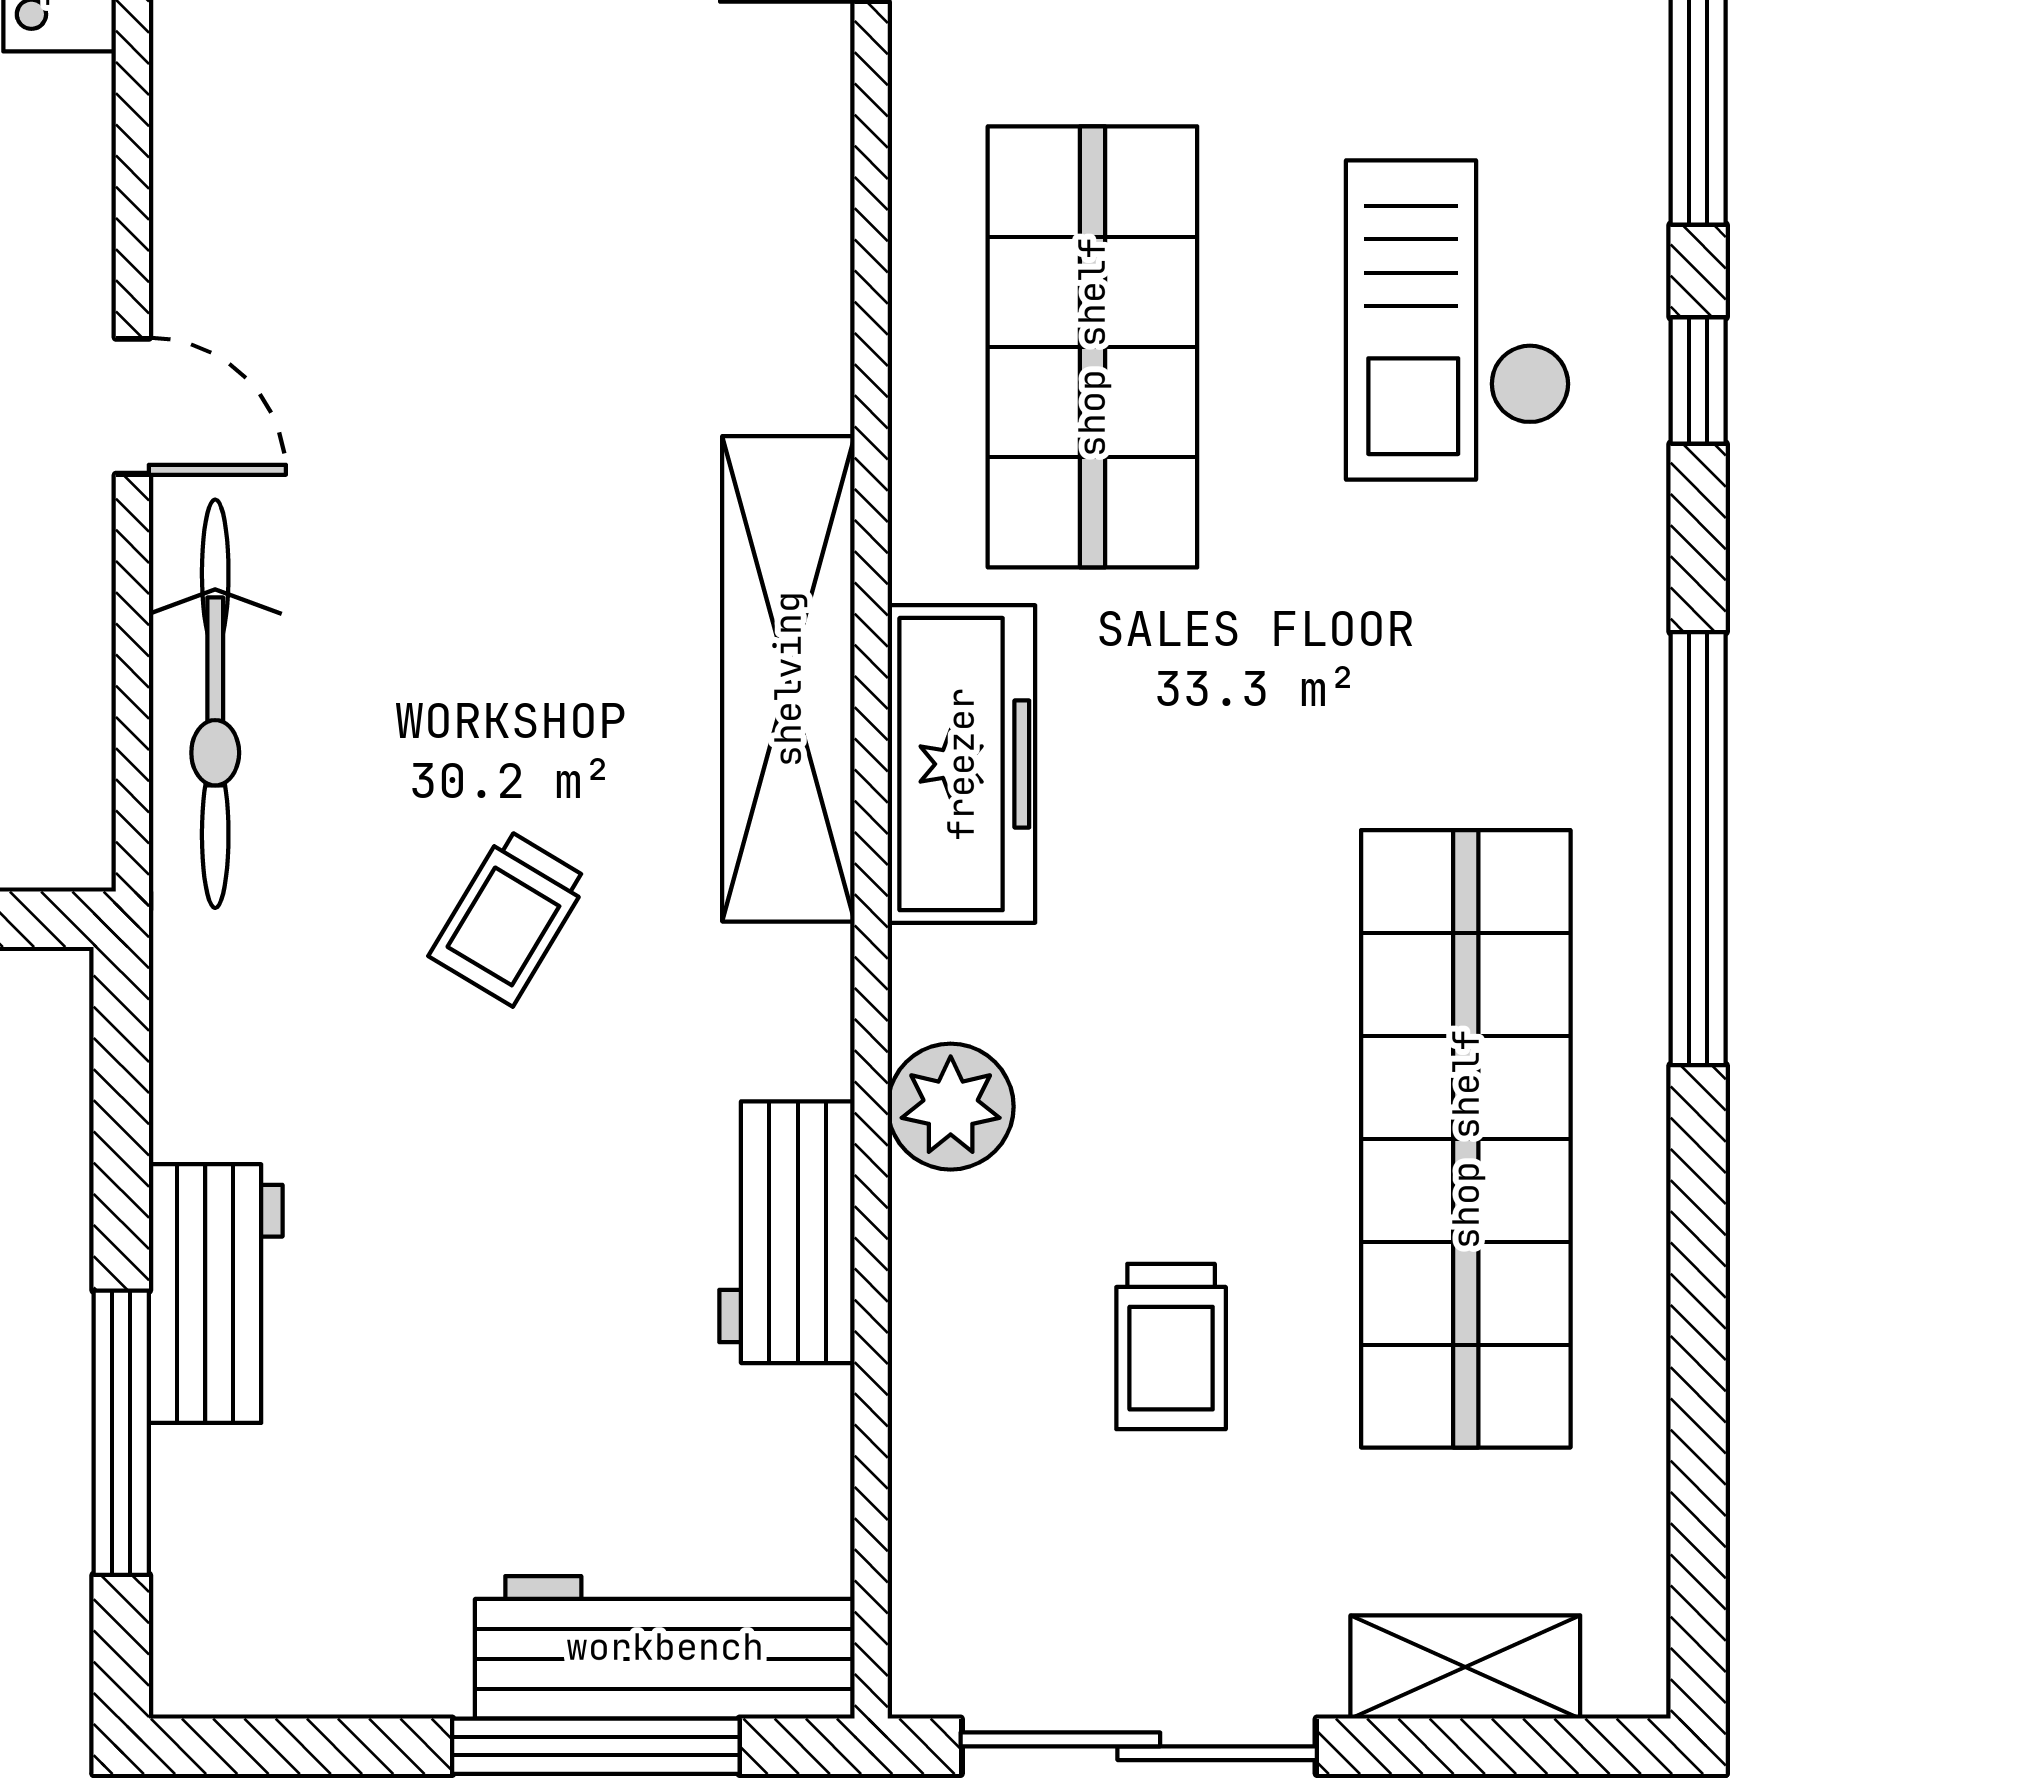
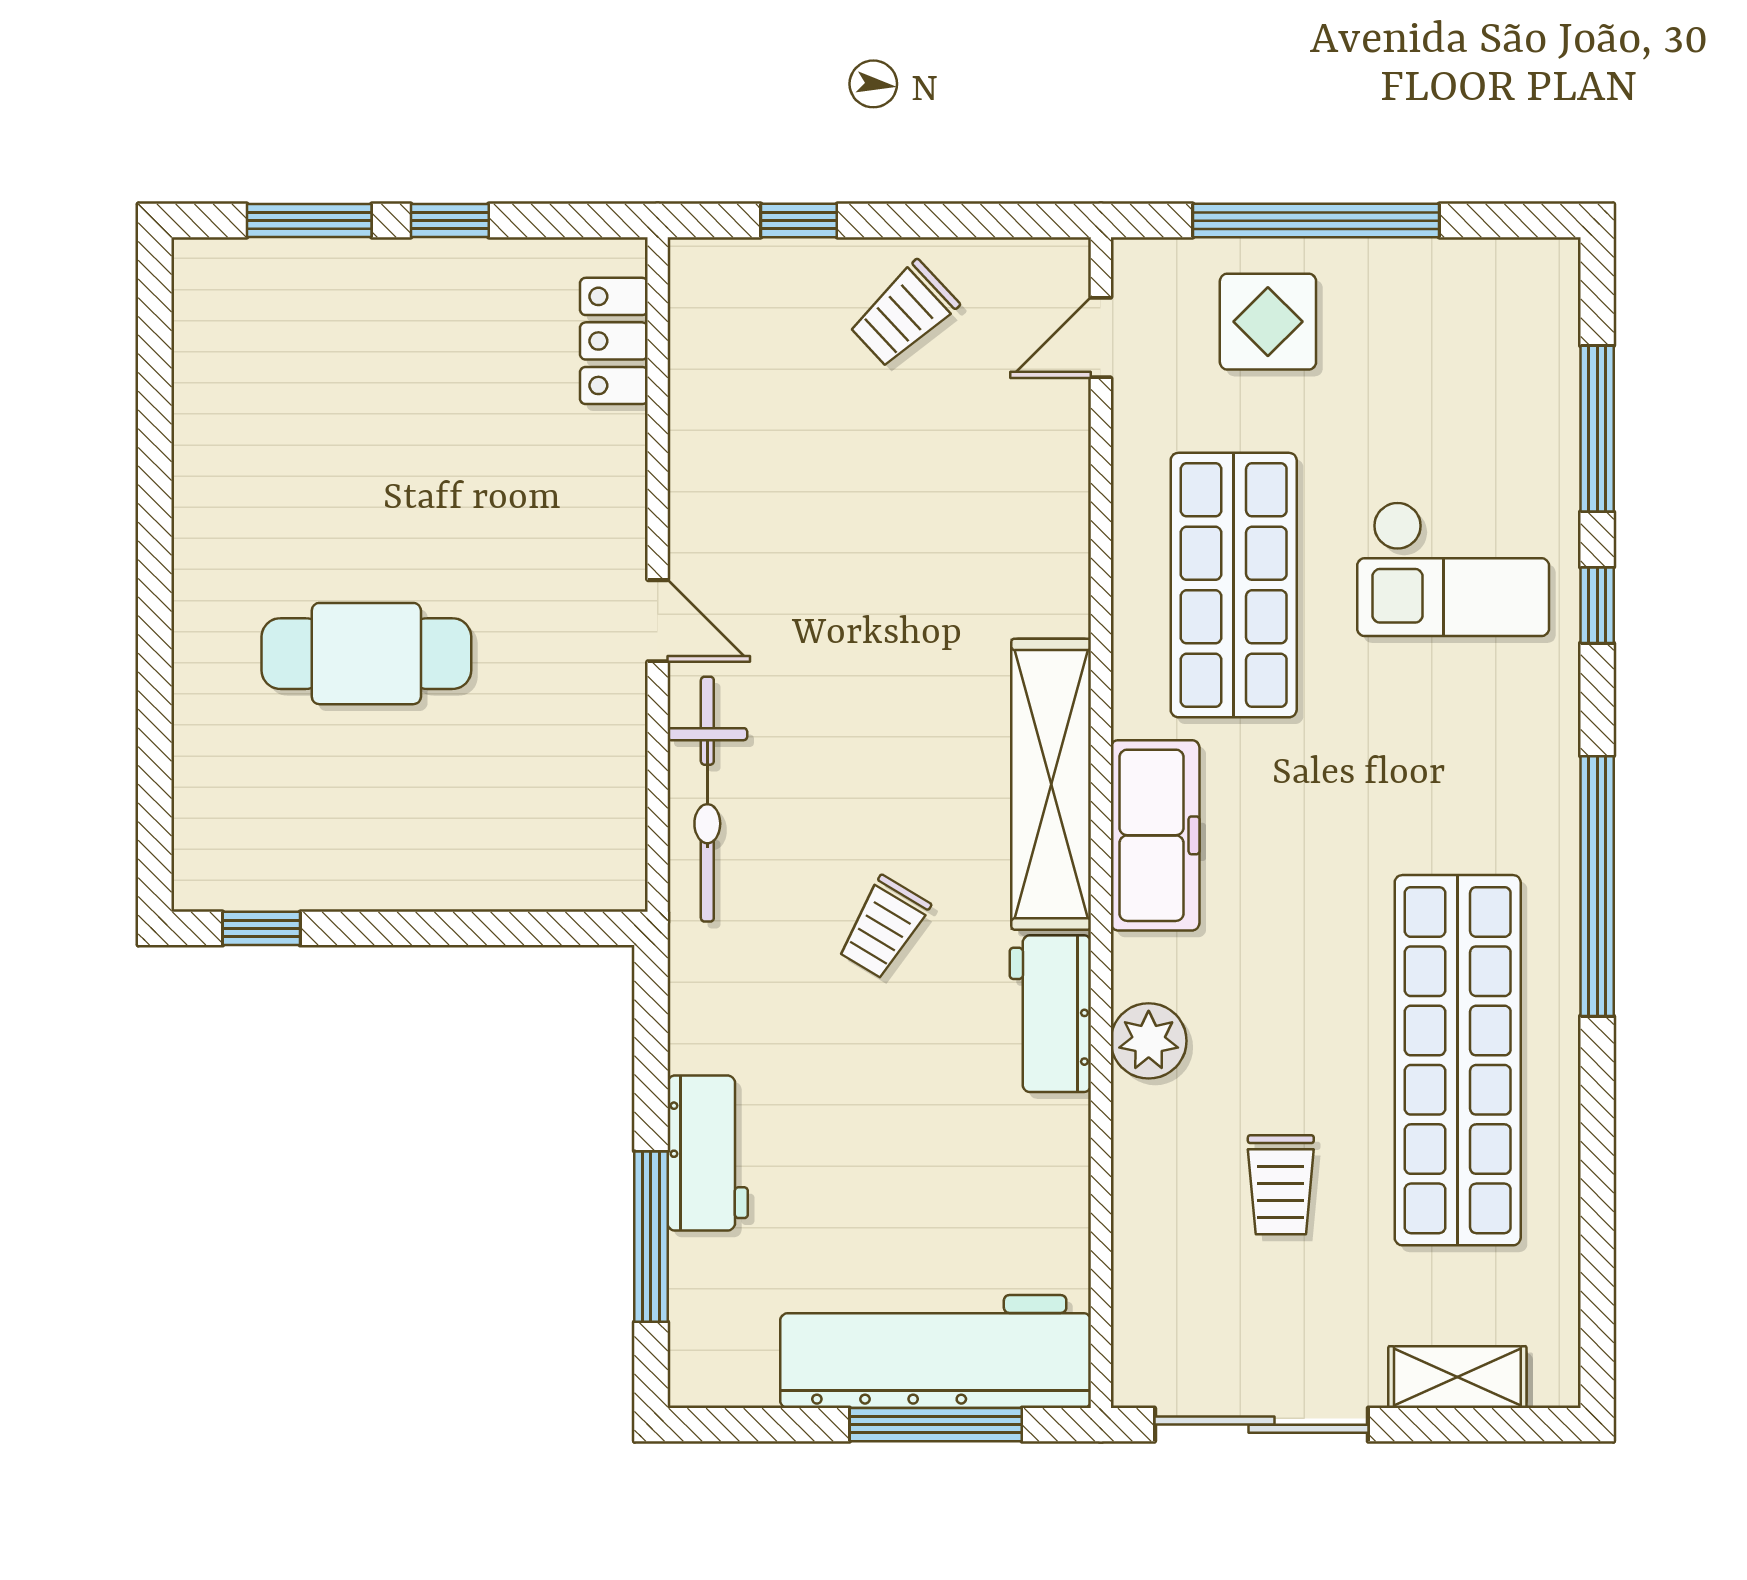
checkout: (1458, 320) -> (1453, 569), turned -90
workbench: (787, 1232) -> (1050, 1014), moved
workbench: (665, 1647) -> (936, 1352), width x1.36, depth x1.32

